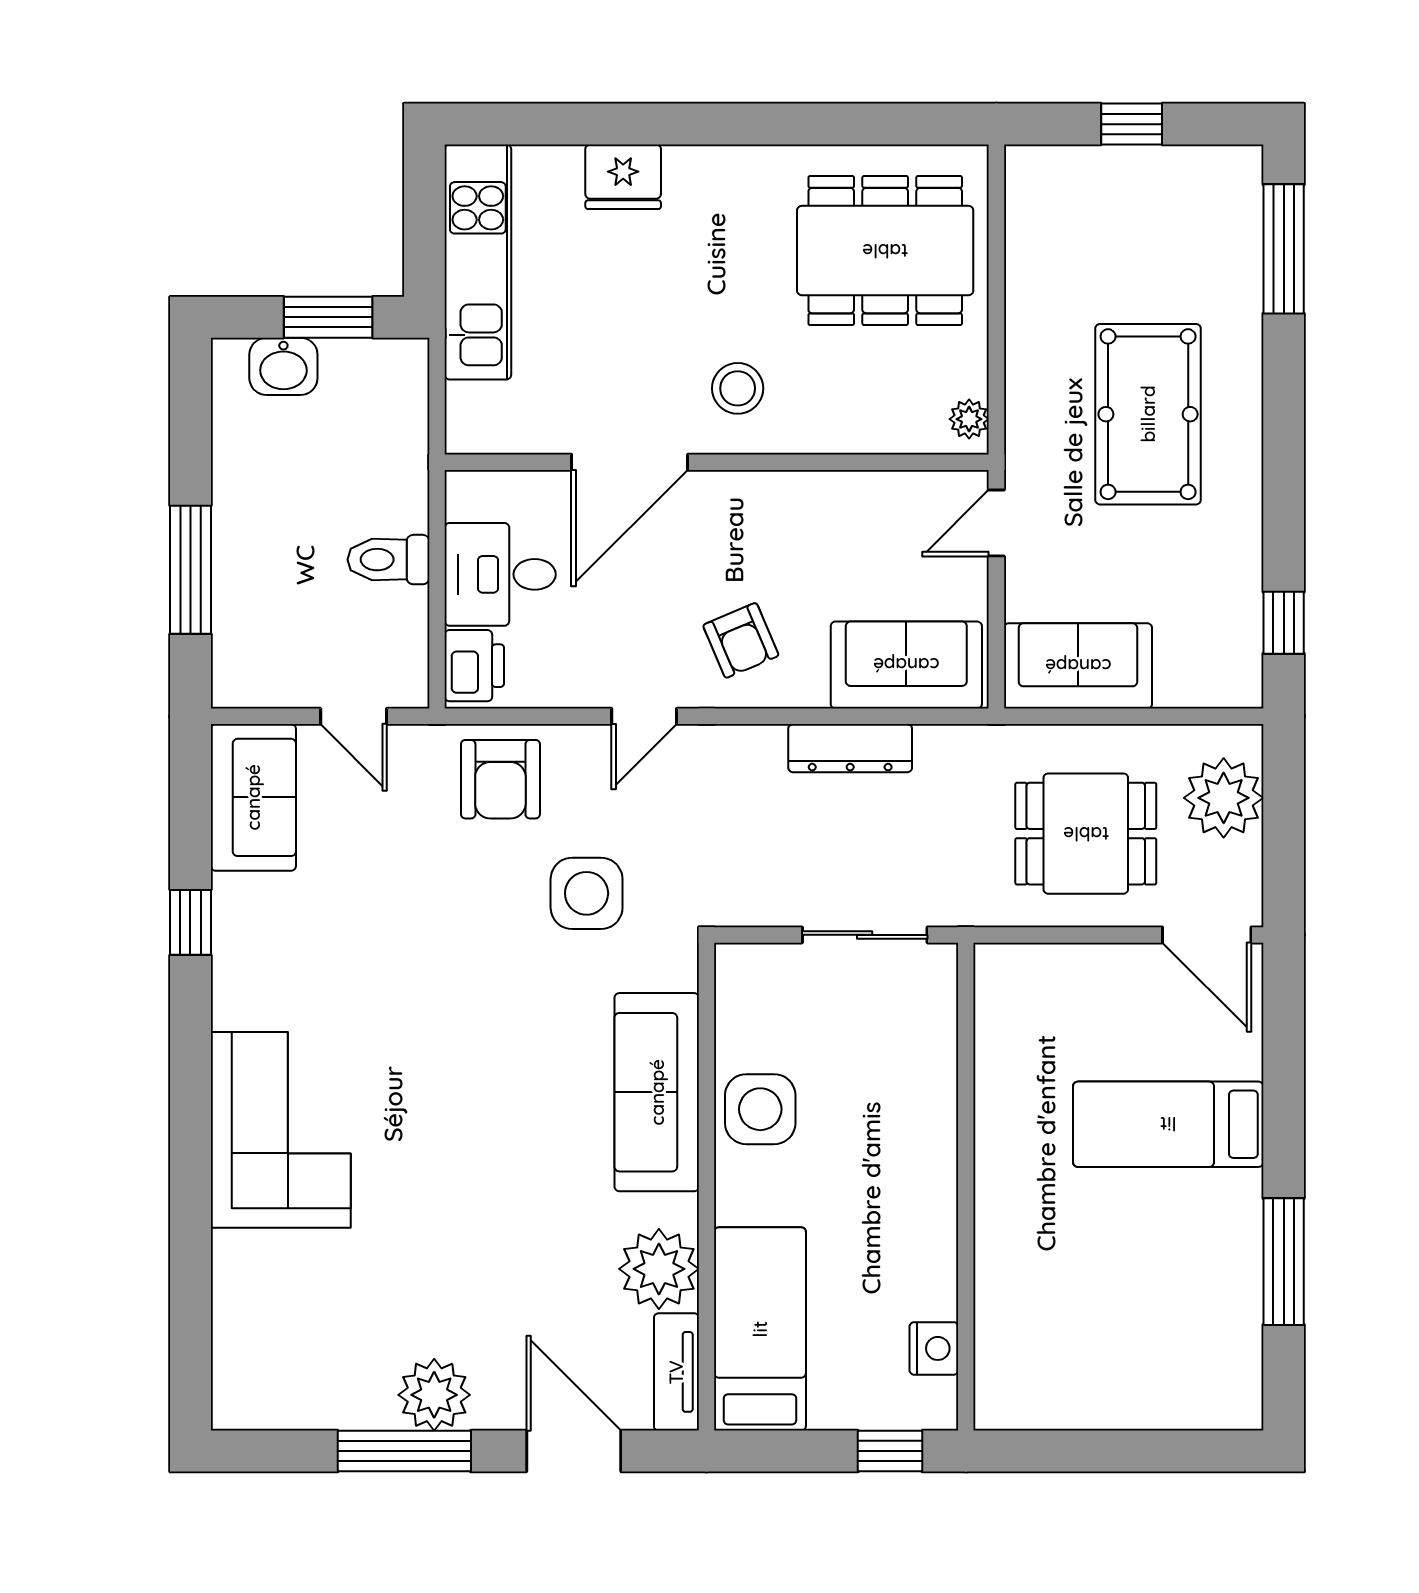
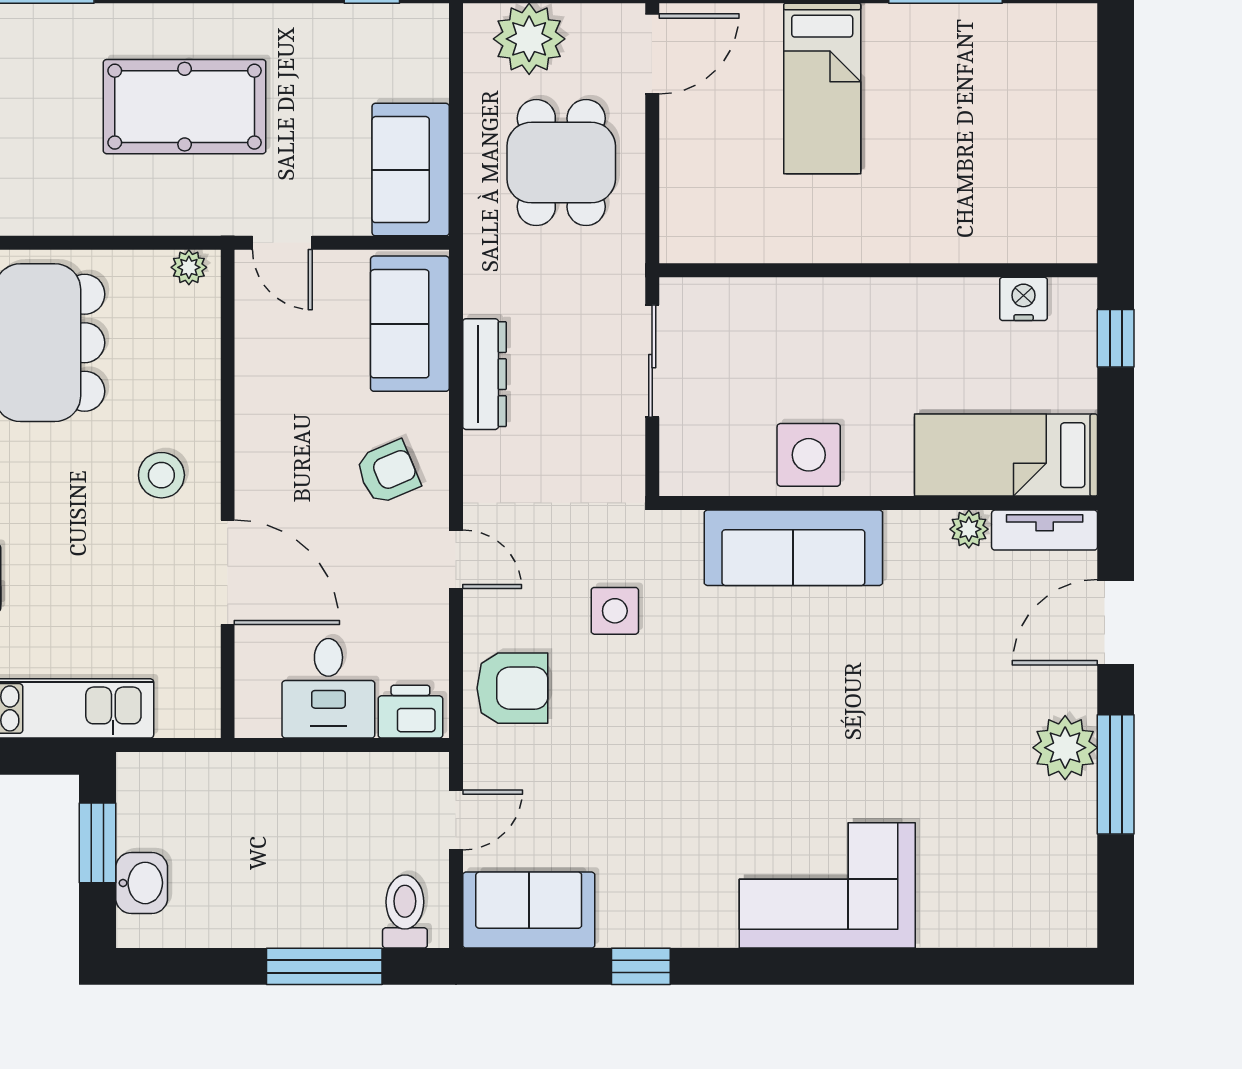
toilet: (389, 560) -> (405, 912), moved, turned 180
side table: (587, 893) -> (615, 611), width x0.73, depth x0.73
plant: (659, 1269) -> (969, 529), width x0.53, depth x0.53

